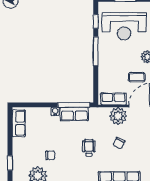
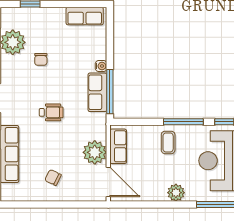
coffee table: (137, 77) -> (168, 142), moved
chair: (119, 143) -> (53, 178), moved

